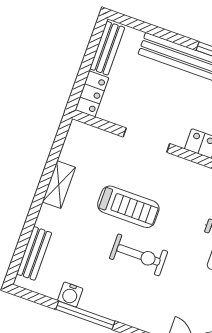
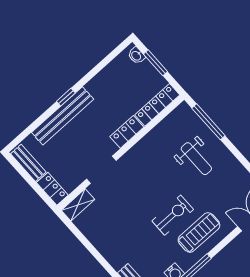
shelving: (59, 185) -> (78, 205), moved, turned 90
treadmill: (128, 207) -> (199, 232), moved

